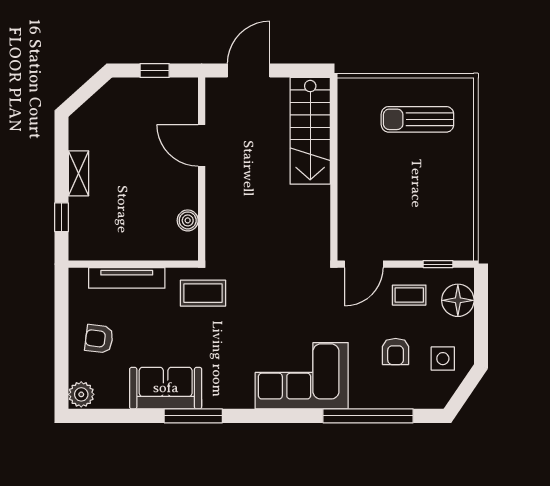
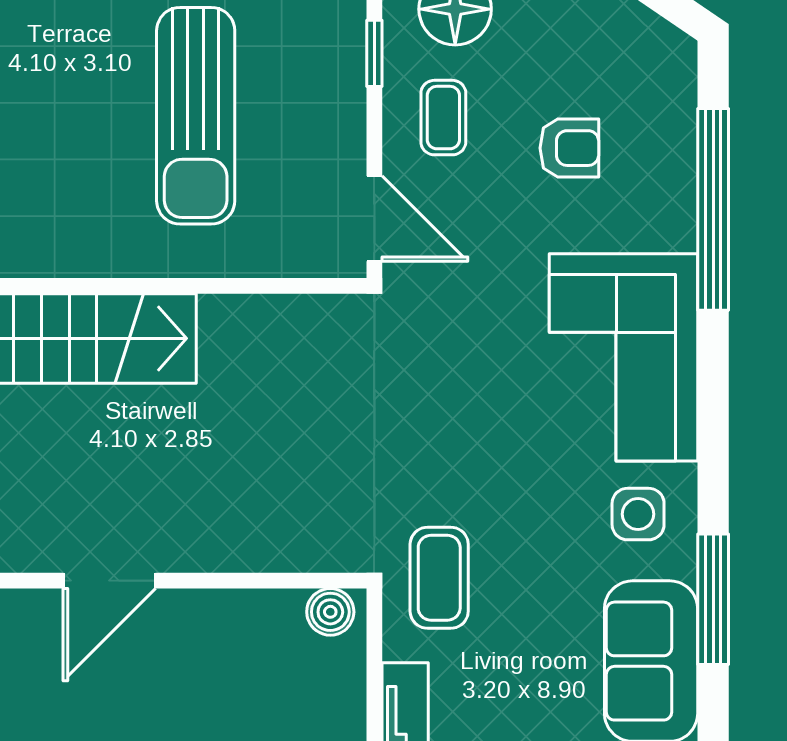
sun lounger: (417, 119) -> (196, 116), moved, width x1.36, depth x1.34
boiler: (188, 220) -> (330, 612), moved
side table: (443, 359) -> (638, 514), moved

